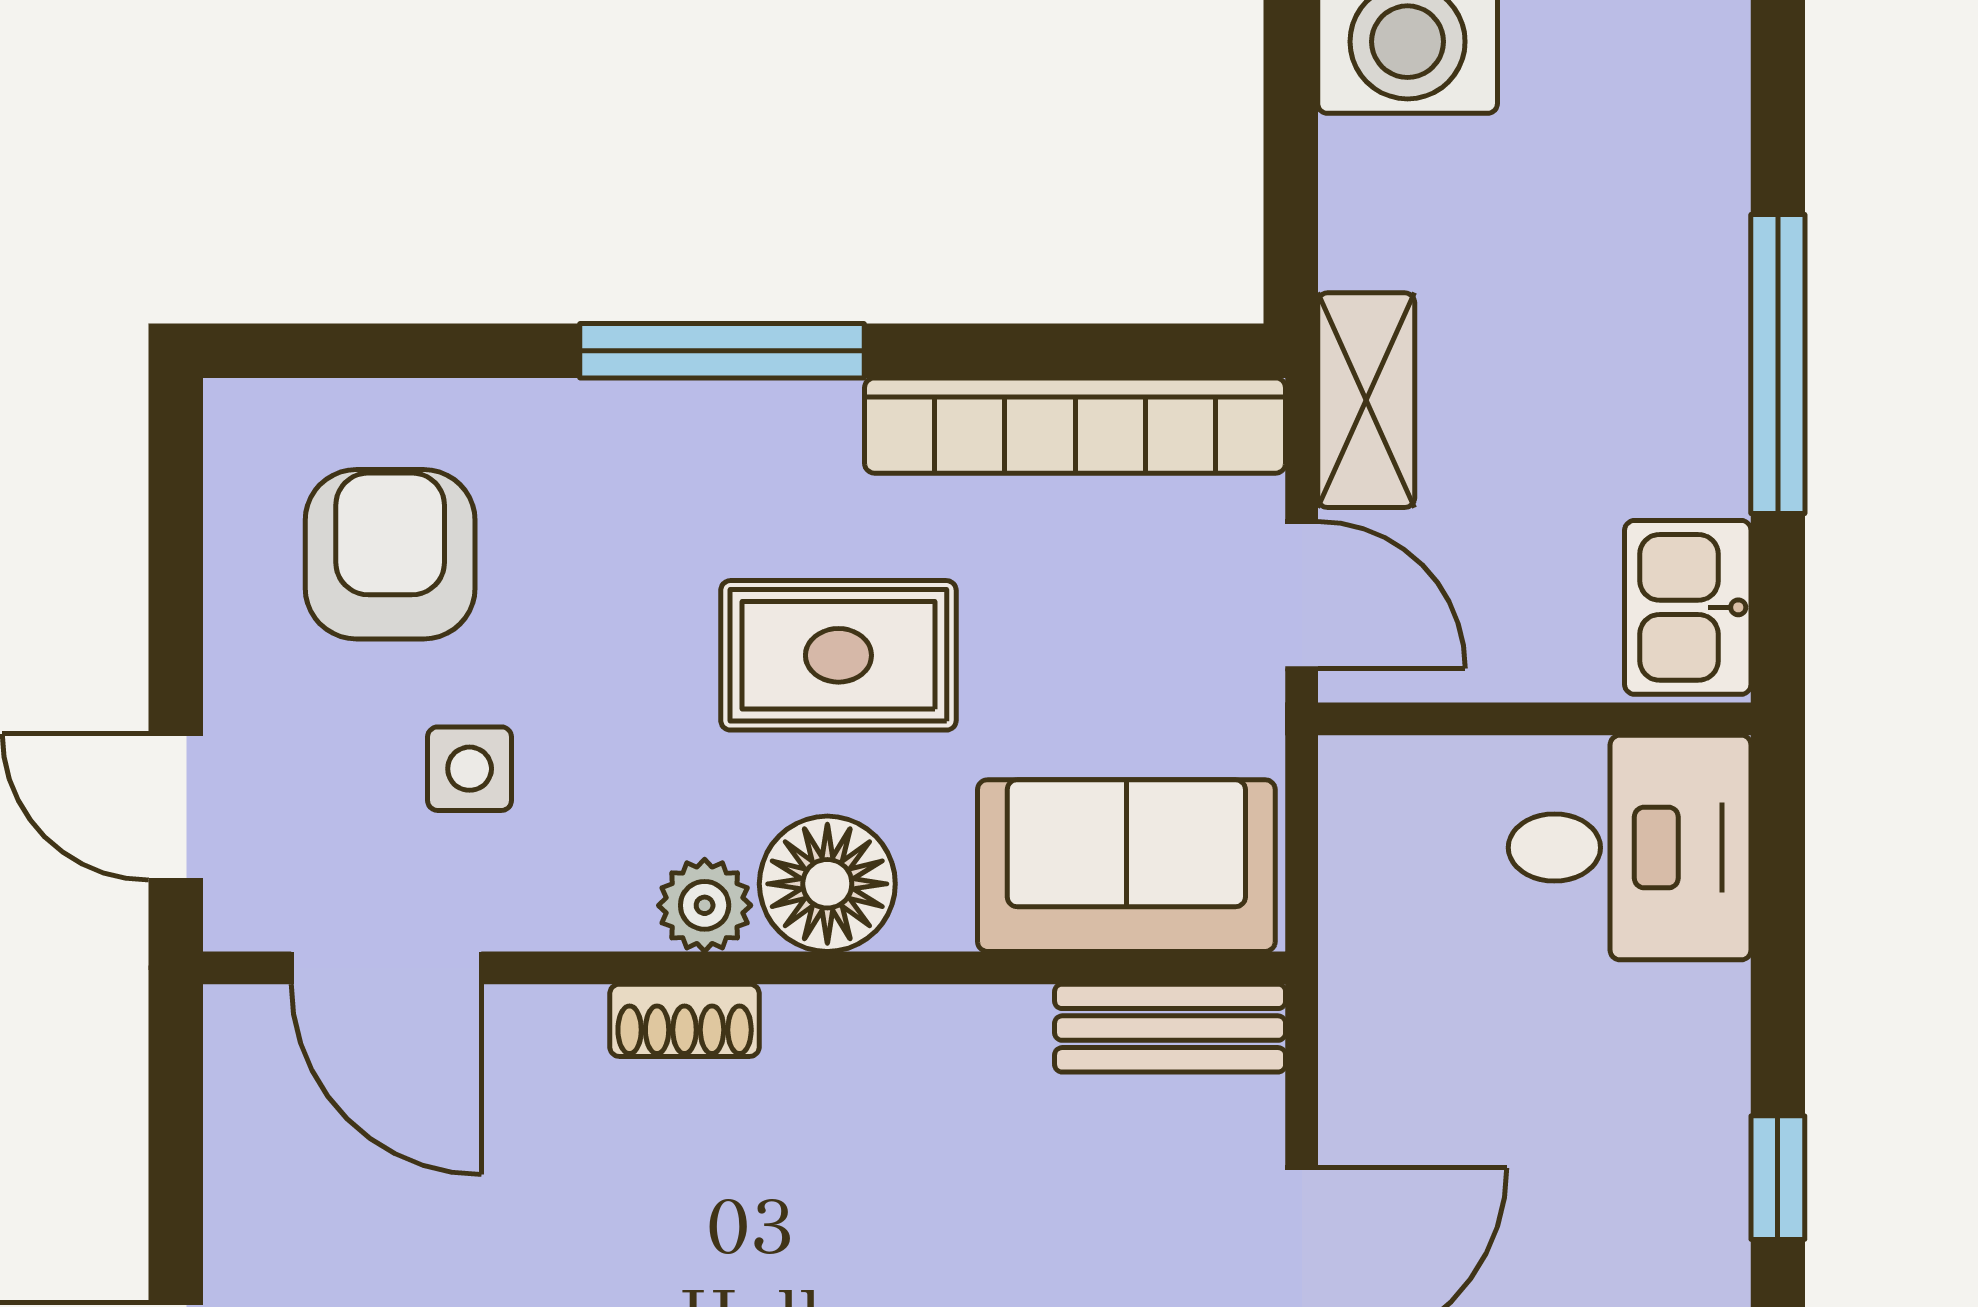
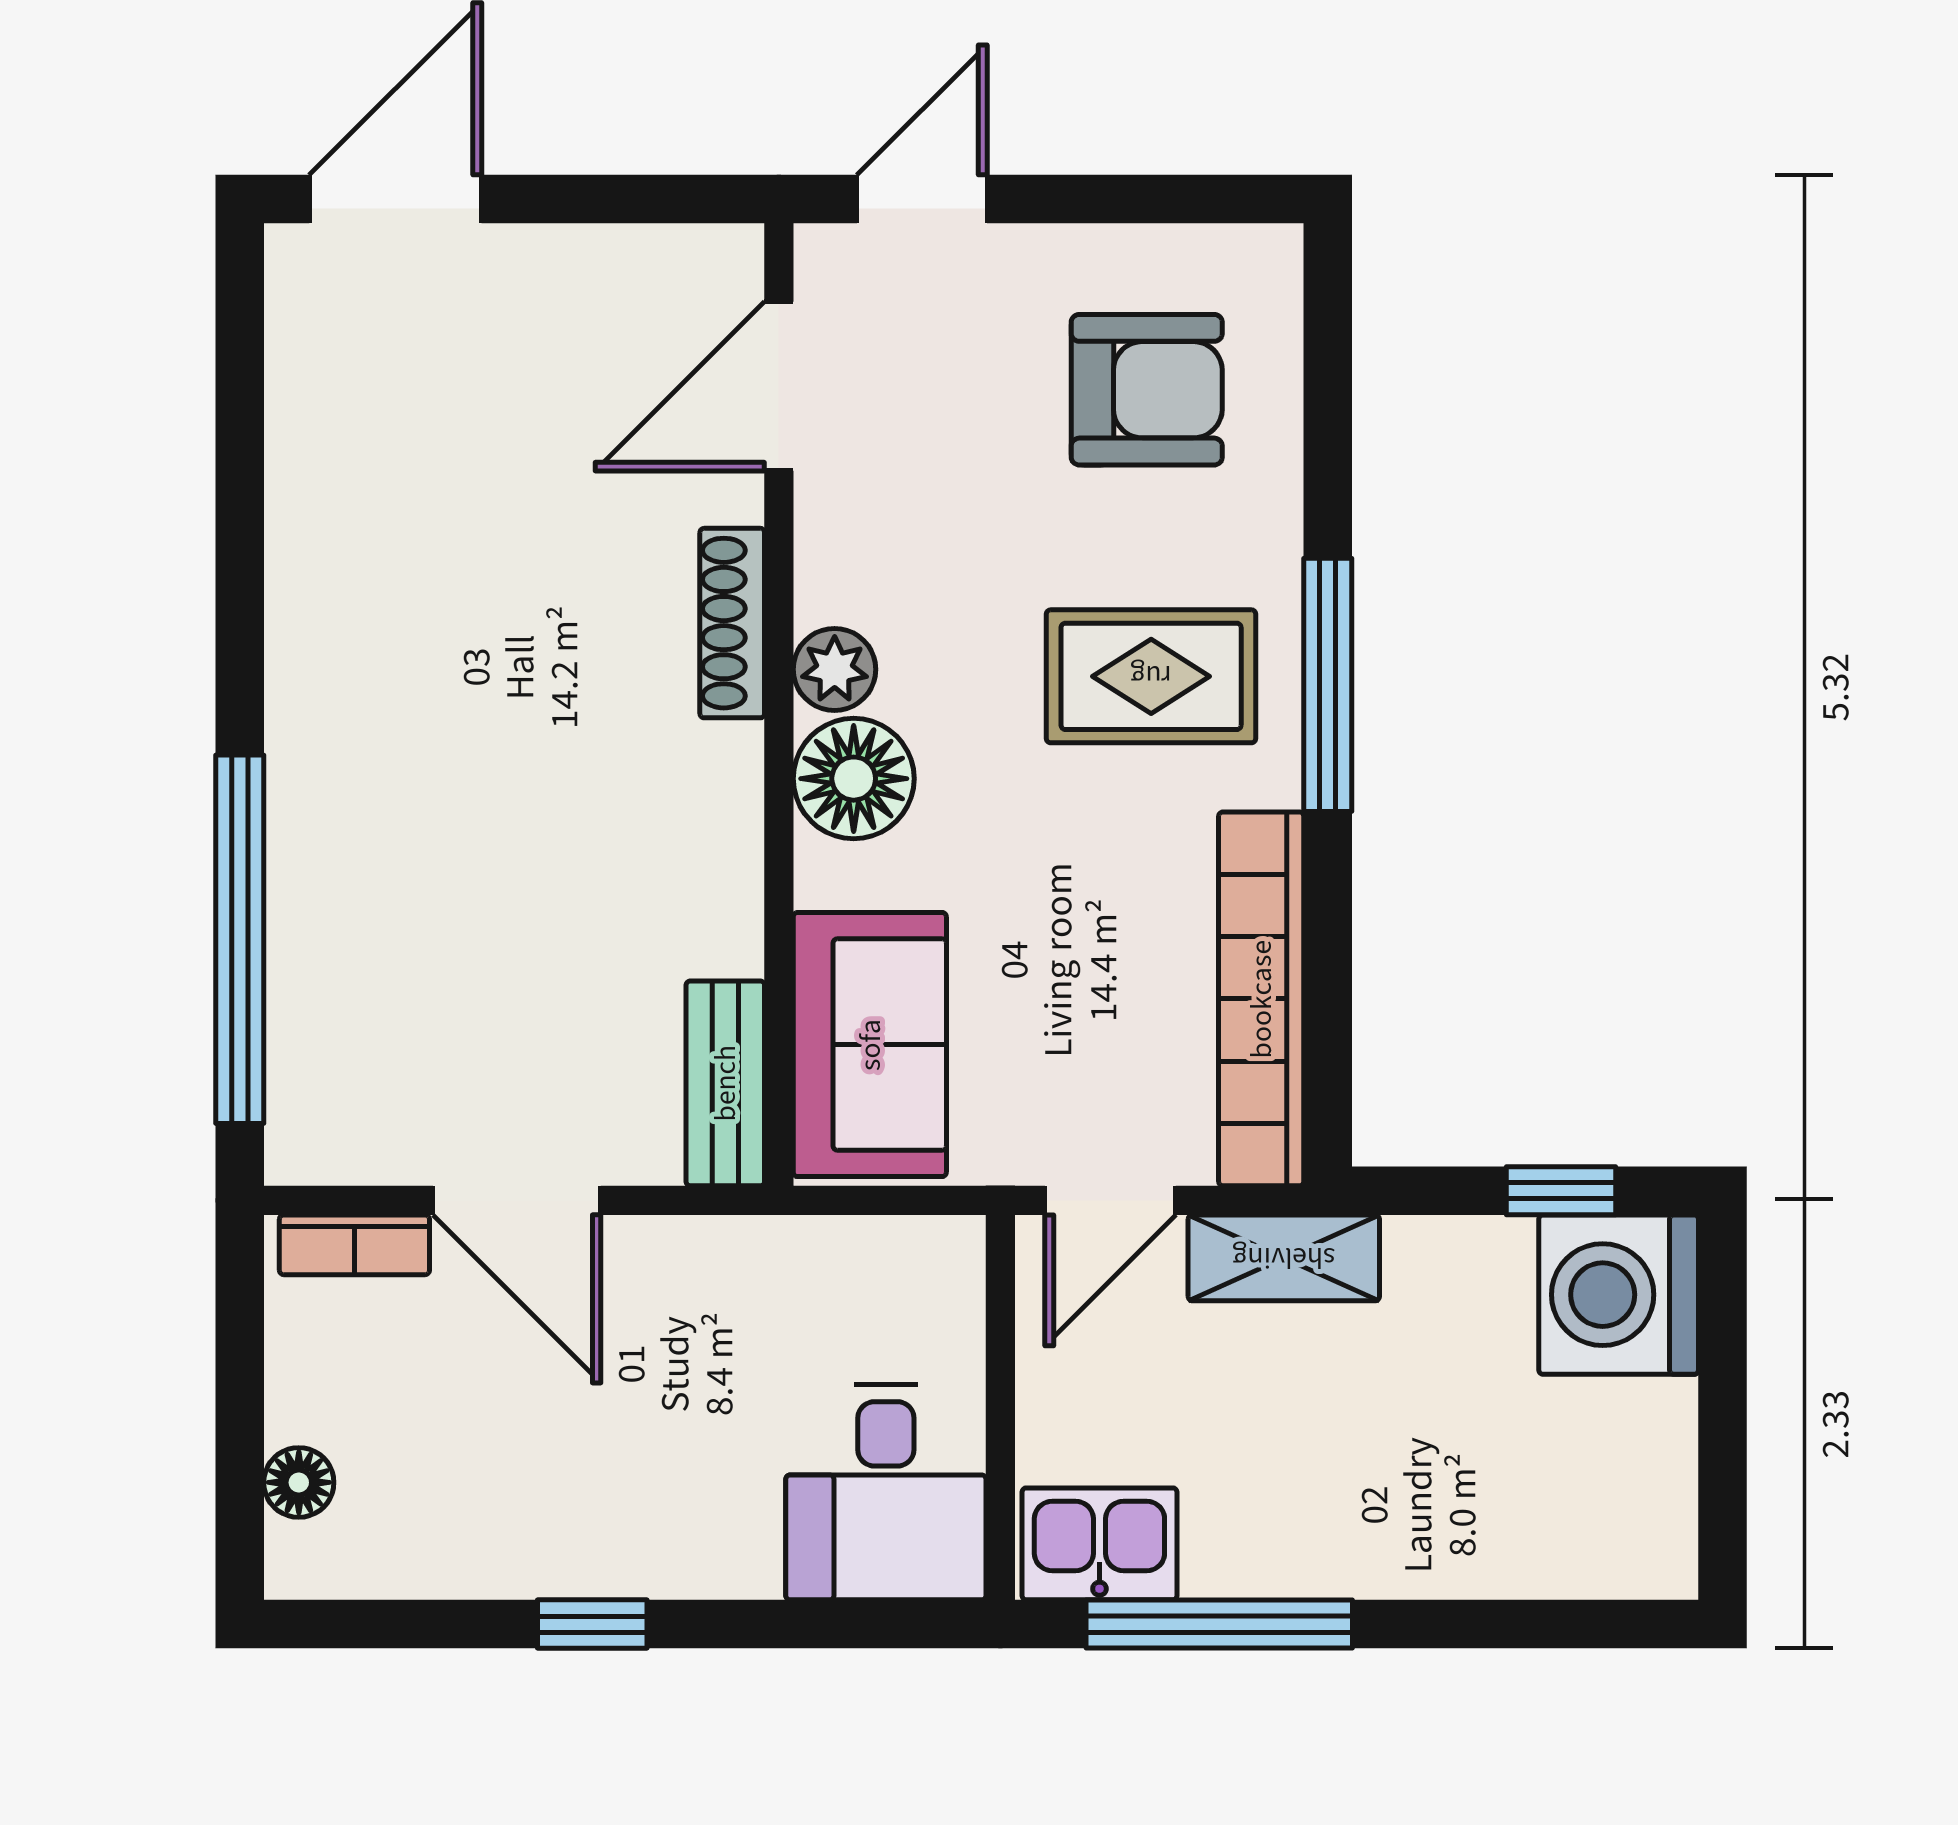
window: (1291, 89) -> (1561, 1191), added
window: (1778, 364) -> (1219, 1624), moved
rug: (838, 655) -> (1151, 676), moved, turned 90
side table: (470, 769) -> (956, 460), removed
shoe rack: (685, 1020) -> (732, 623), width x1.43

